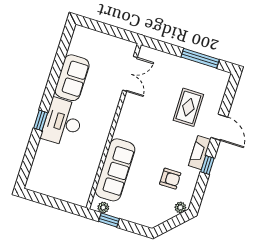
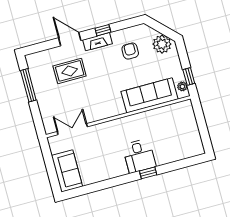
sofa: (72, 78) -> (67, 171), moved, turned 90
desk: (63, 122) -> (139, 156), width x0.73
door: (219, 127) -> (70, 39), hinge flipped
plant: (180, 207) -> (162, 44), moved, width x1.88, depth x1.88

